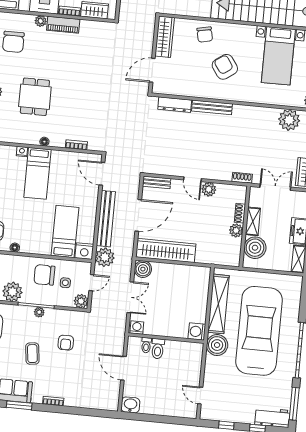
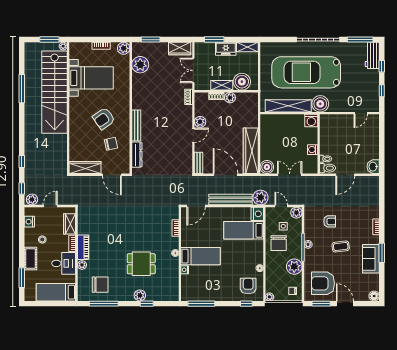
chair: (205, 35) -> (111, 144), moved
washing machine: (137, 328) -> (313, 150), moved
toilet: (158, 349) -> (328, 168), moved

